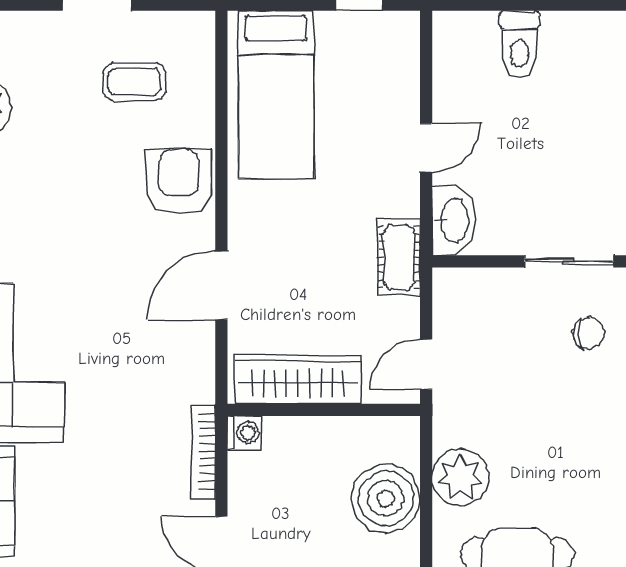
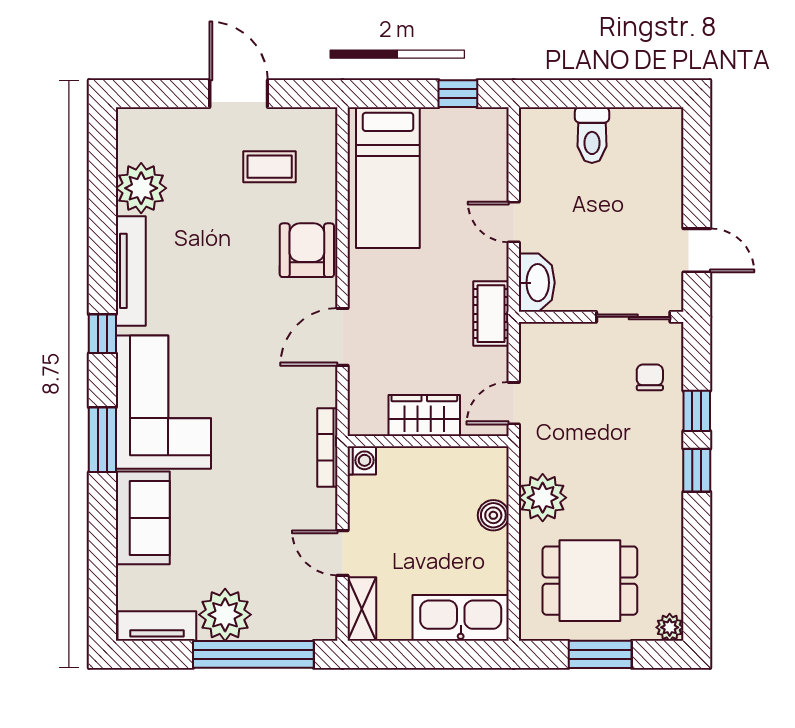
door: (426, 148) -> (514, 222), swing flipped
chair: (589, 334) -> (650, 377), turned -86
wardrobe: (298, 379) -> (424, 415), width x0.67
bookcase: (203, 452) -> (327, 447), moved
boiler: (386, 498) -> (493, 515), width x0.54, depth x0.54

